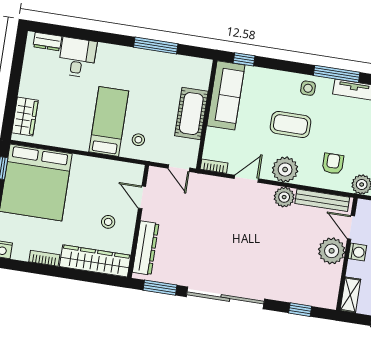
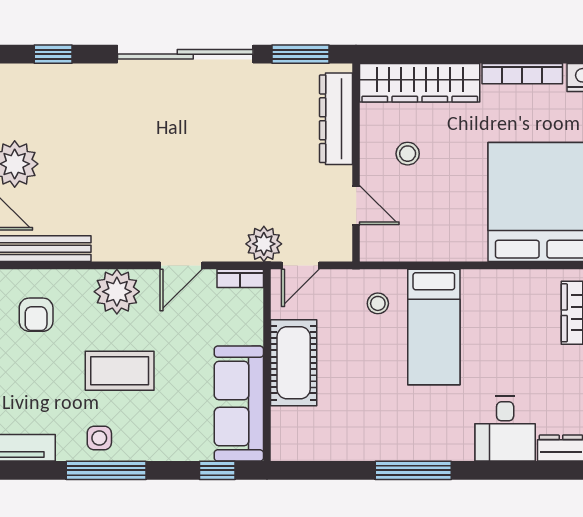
window: (156, 46) -> (413, 470), moved
window: (337, 74) -> (106, 470), moved
door: (179, 168) -> (300, 265), swing flipped
plant: (284, 197) -> (264, 244), moved
bookcase: (44, 258) -> (522, 74), width x1.56

